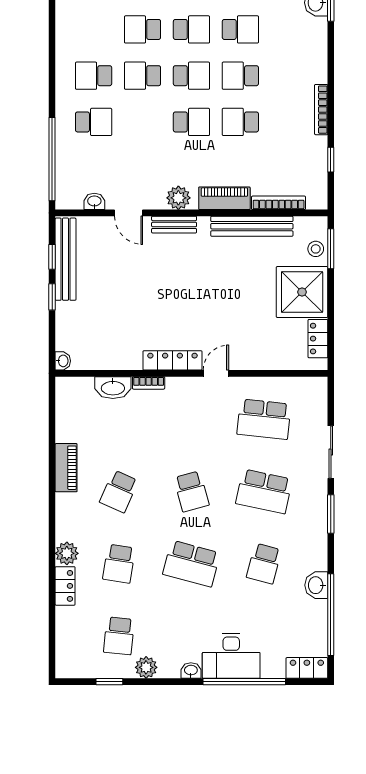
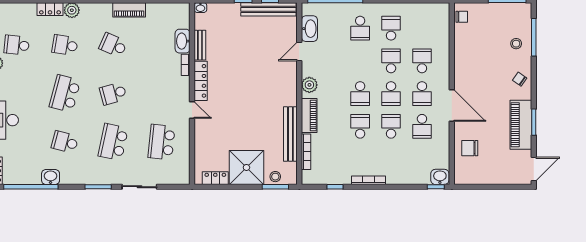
washbasin: (94, 201) -> (309, 29), width x1.91, depth x1.45
bench: (174, 225) -> (200, 45), moved

